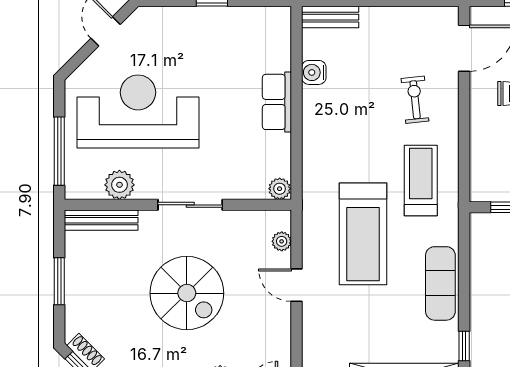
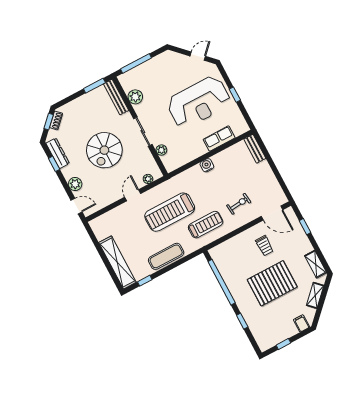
water cooler: (314, 72) -> (207, 165), moved
row of seats: (277, 102) -> (219, 139), moved
reception desk: (138, 111) -> (199, 102), moved, turned 90
plant: (280, 189) -> (161, 150), moved
window: (59, 281) -> (94, 86), moved

